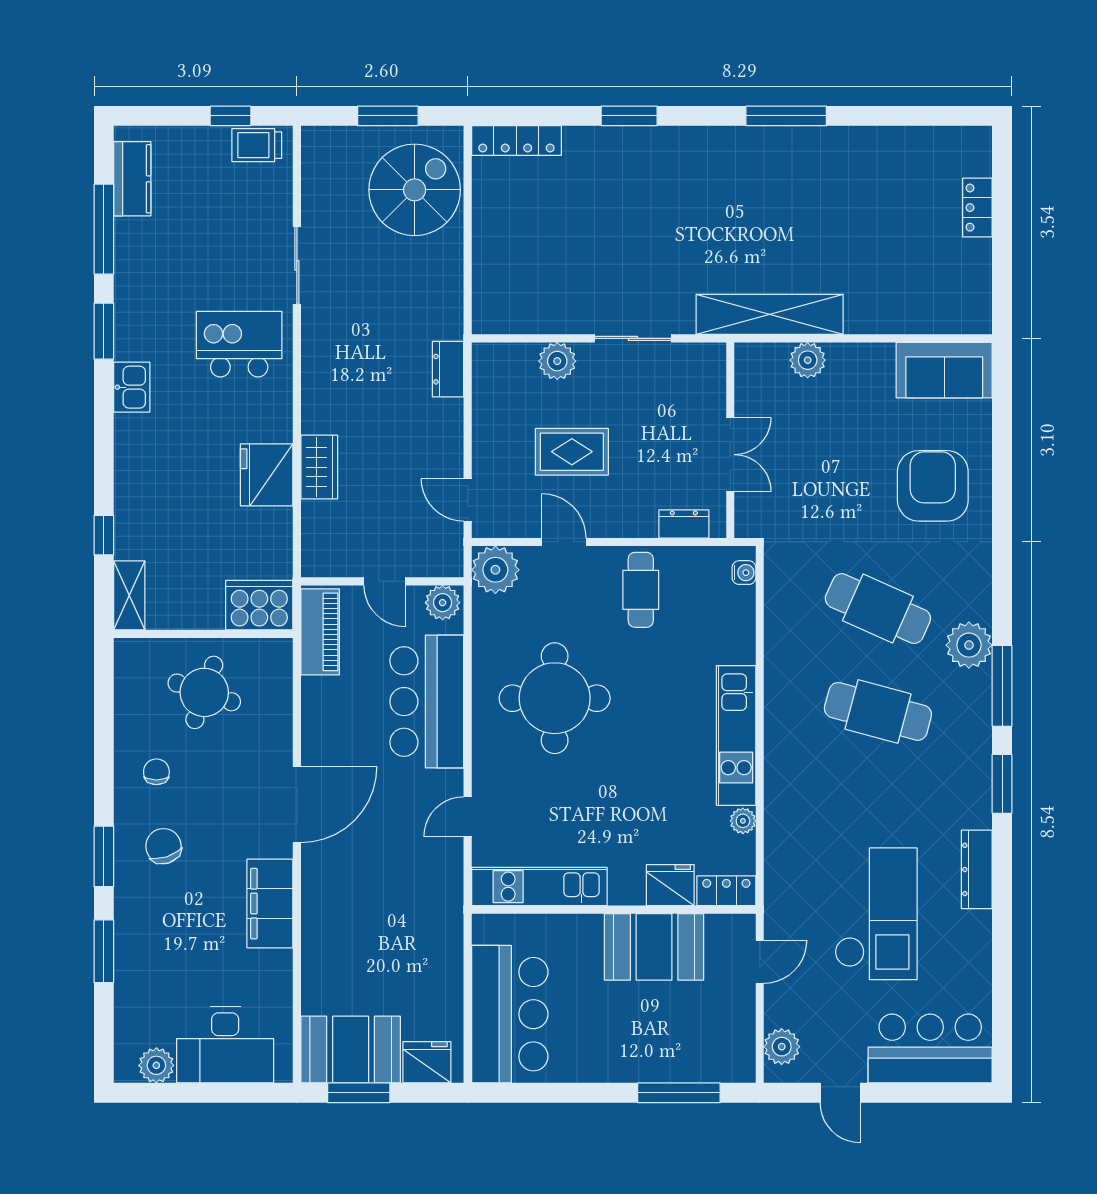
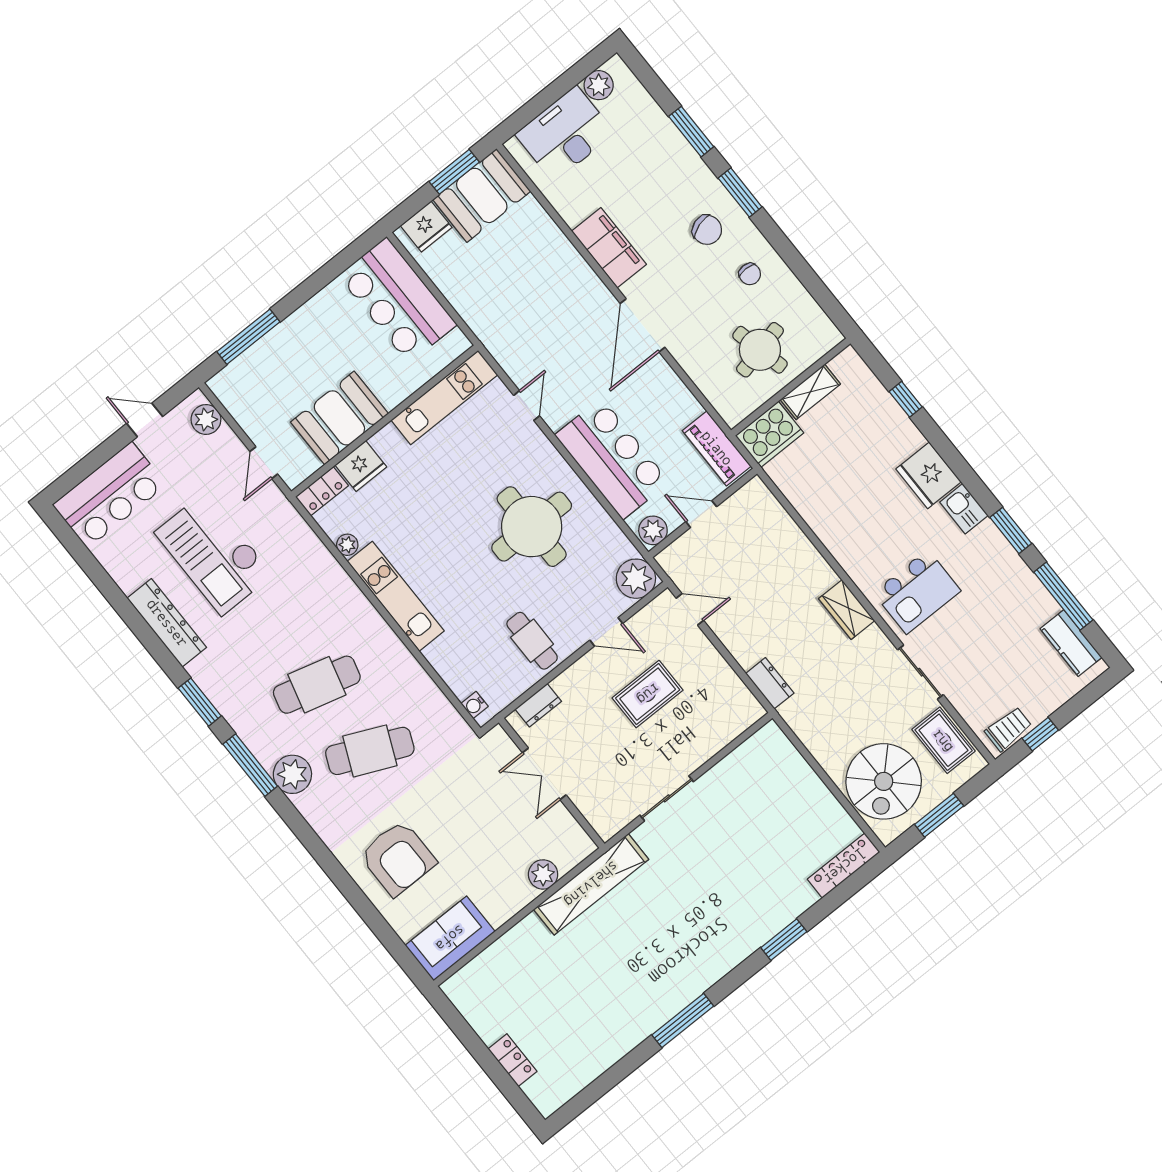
rug: (327, 183) -> (944, 740), added
plant: (557, 361) -> (704, 745), removed
wardrobe: (319, 467) -> (847, 610), moved
fridge: (267, 475) -> (929, 475), moved, turned 180
shelving: (129, 595) -> (810, 392), moved, turned 90
round table: (204, 692) -> (760, 350), turned -32
dresser: (977, 869) -> (167, 623), width x1.37, depth x1.24

